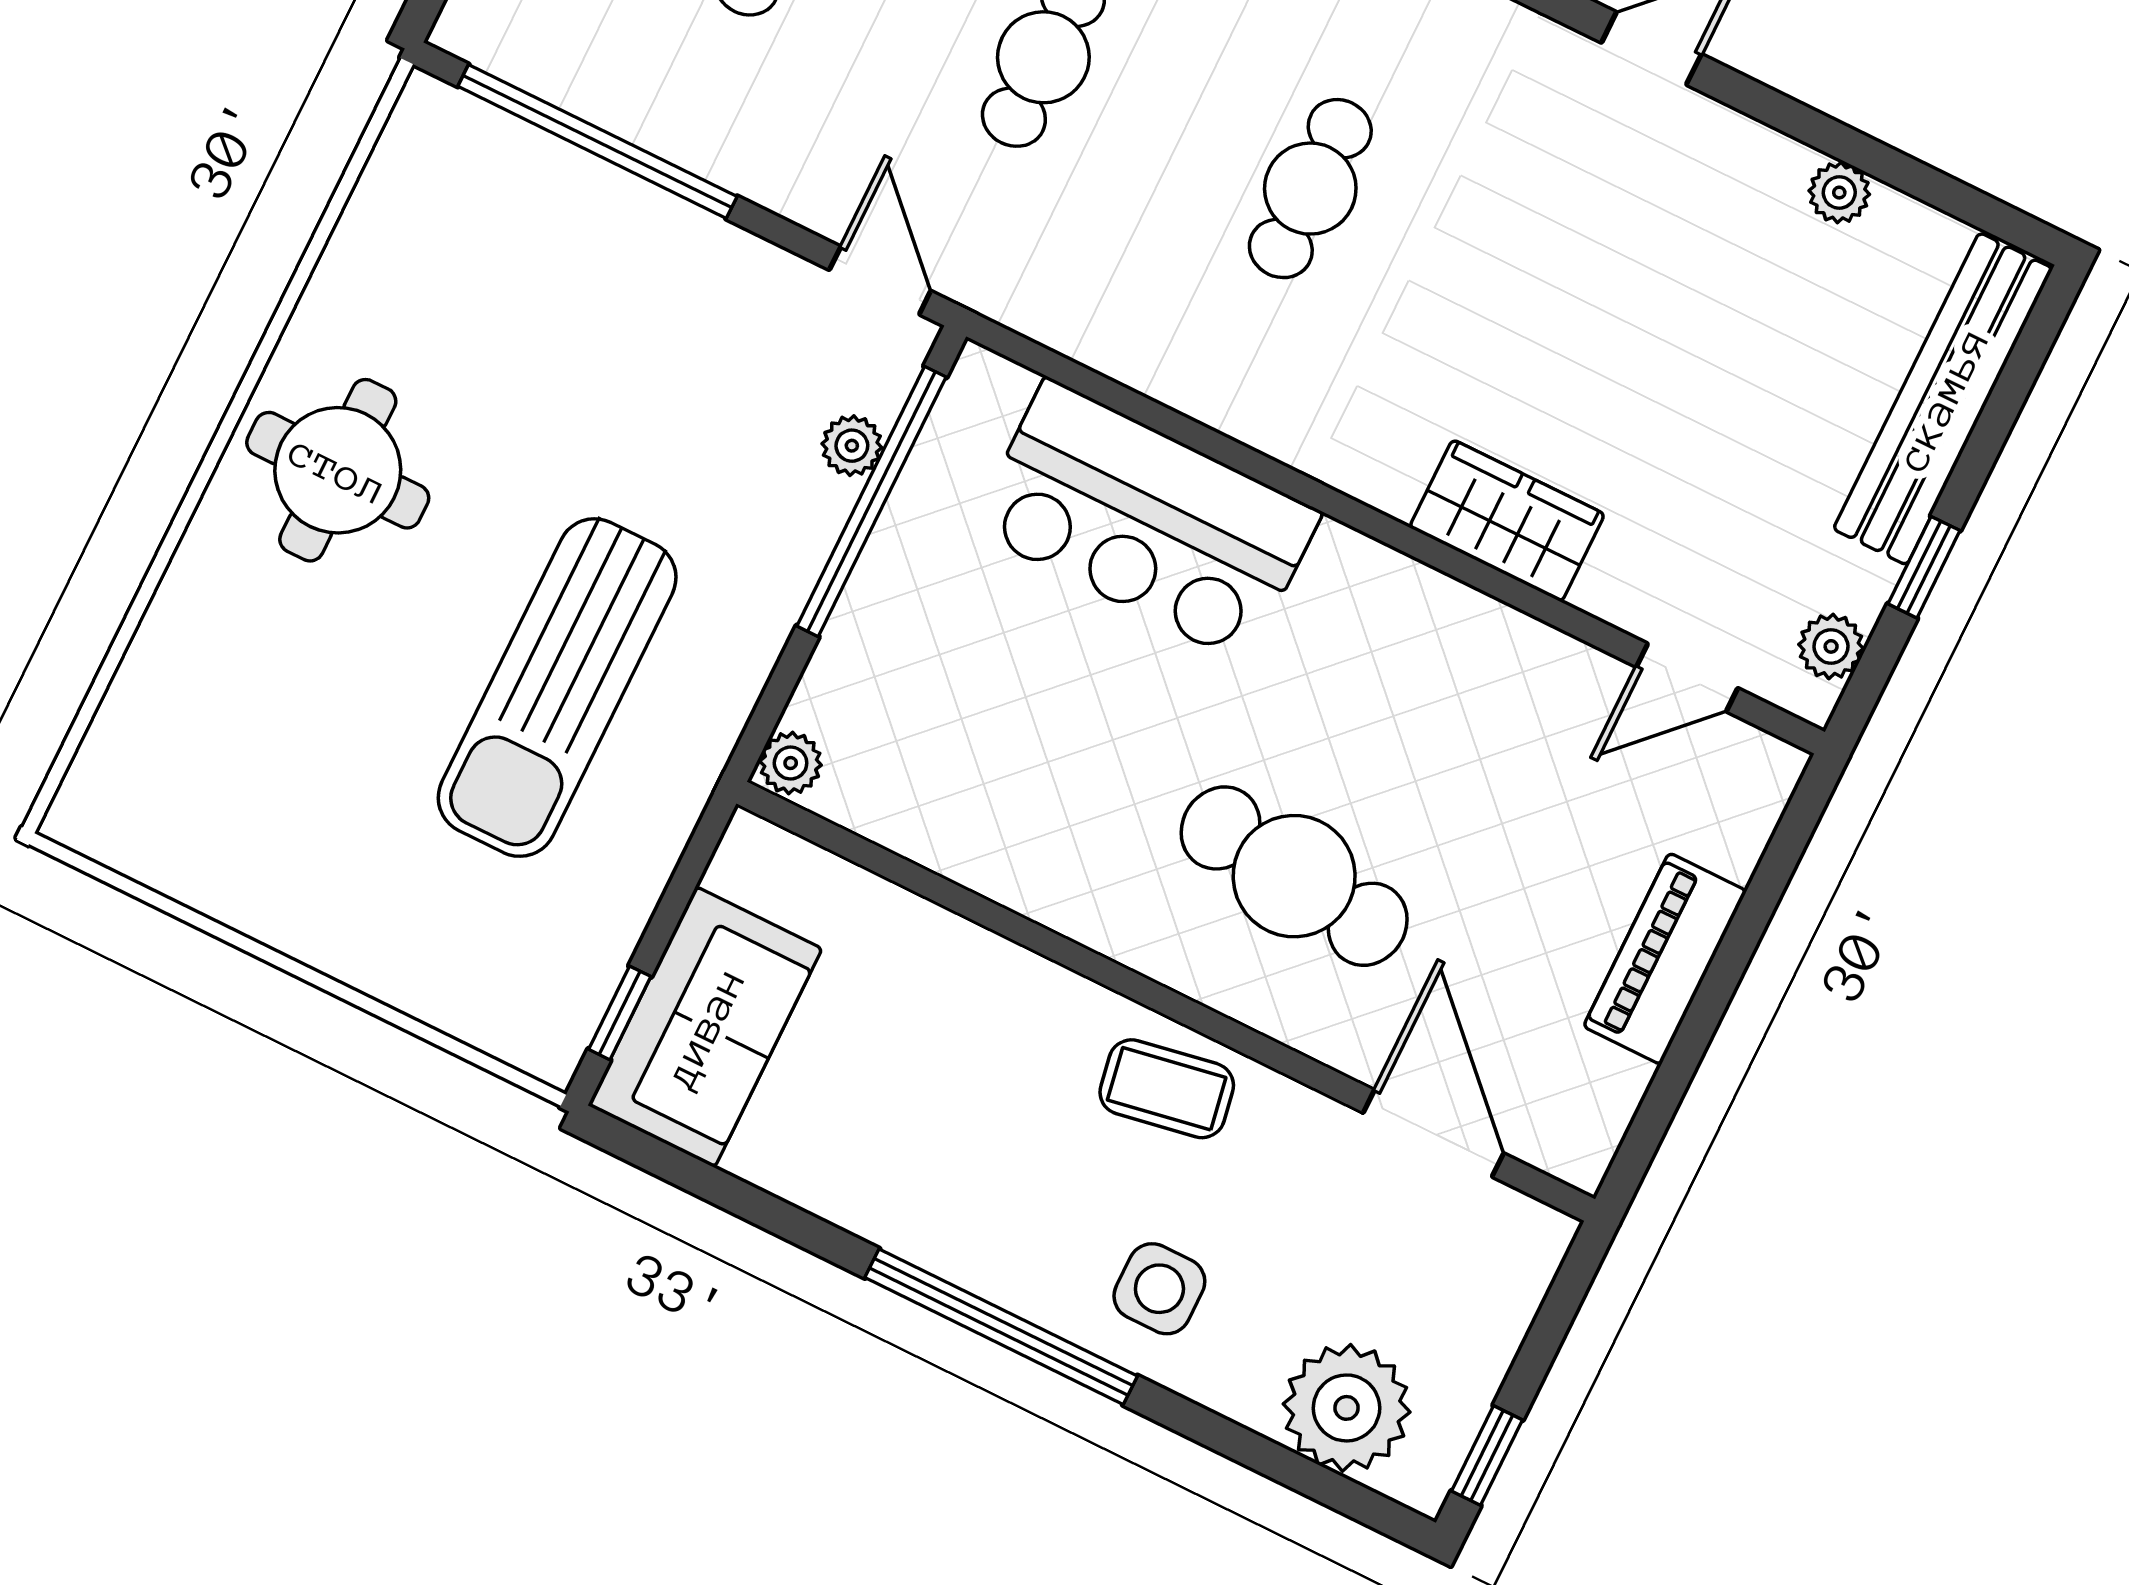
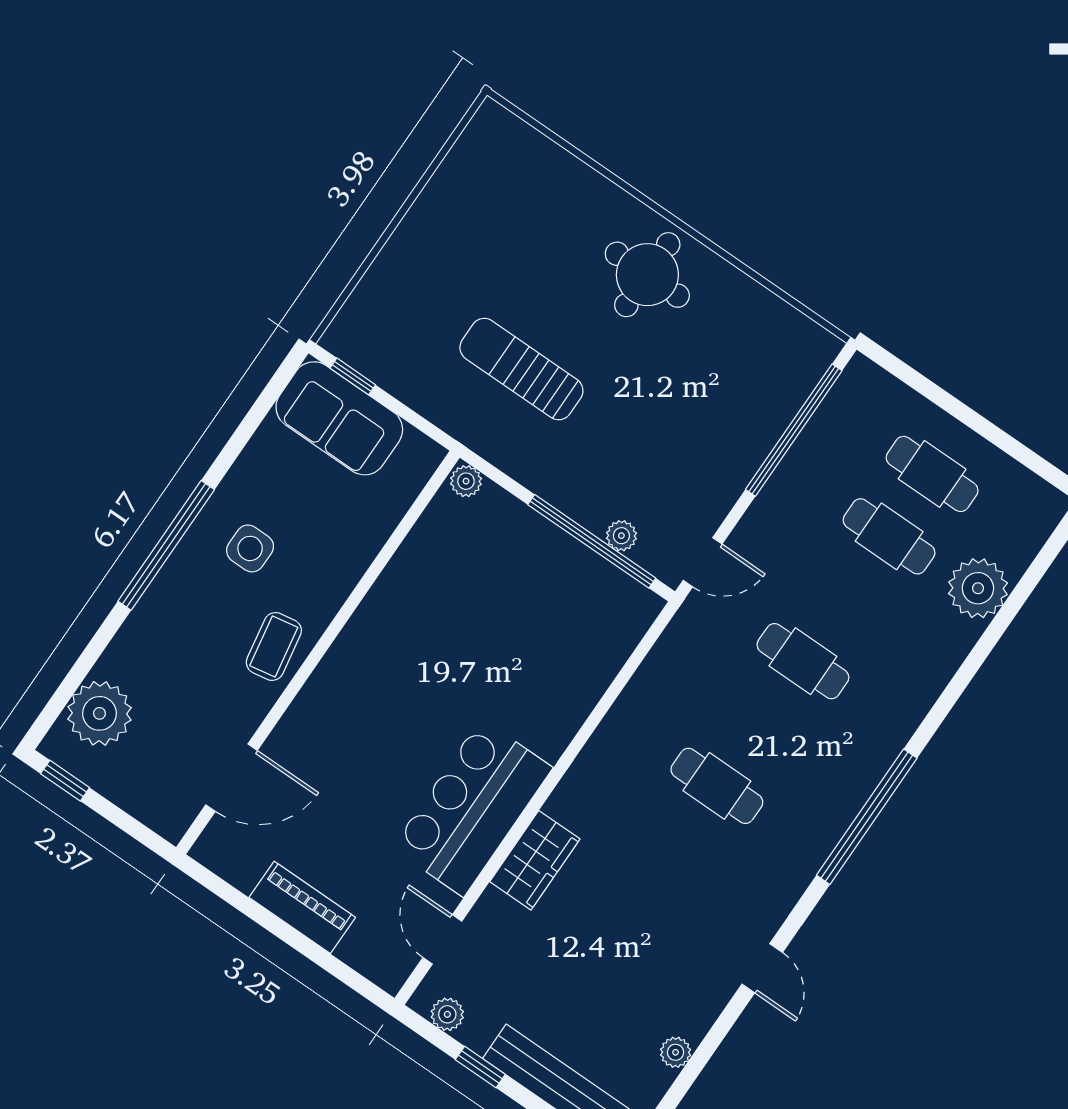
bar counter: (1146, 521) -> (472, 808), moved
sun lounger: (557, 688) -> (521, 369), width x0.73, depth x0.75
cafe table: (1294, 876) -> (371, 727), removed
side table: (1159, 1289) -> (250, 548), moved

